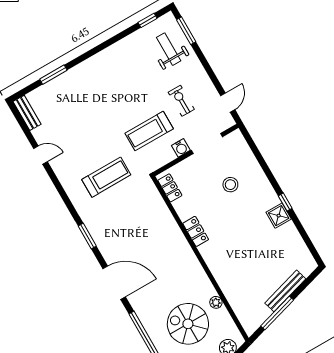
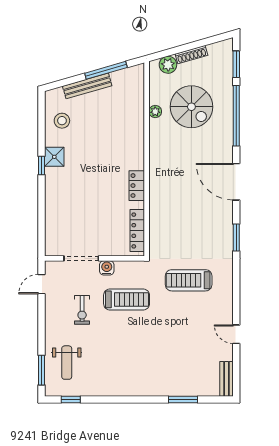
stool: (230, 185) -> (62, 121), moved
locker: (170, 188) -> (137, 231), width x1.53

